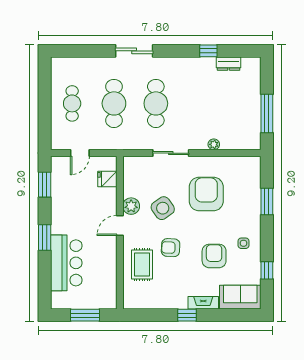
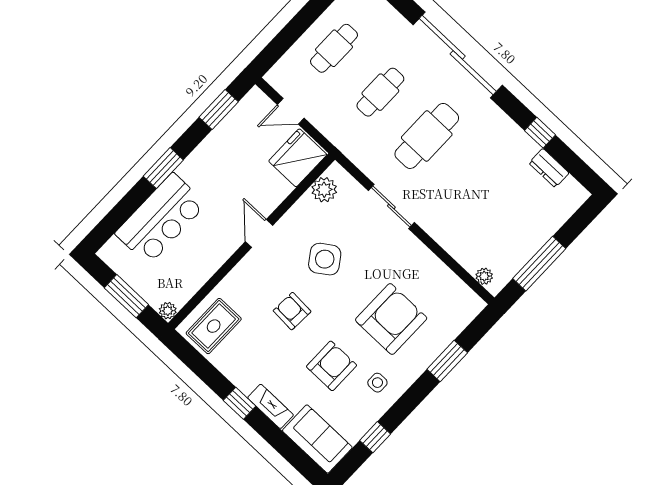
sliding door: (134, 51) -> (458, 55), width x1.86
cafe table: (114, 103) -> (380, 92), width x0.73, depth x0.74
plant: (214, 144) -> (484, 276), moved
fridge: (107, 179) -> (298, 158), width x1.88, depth x1.34
armchair: (206, 194) -> (391, 319), moved
plant: (131, 206) -> (324, 190), moved
door: (120, 226) -> (259, 233), hinge flipped
rug: (142, 265) -> (214, 326), moved
plant: (111, 303) -> (168, 311), added

